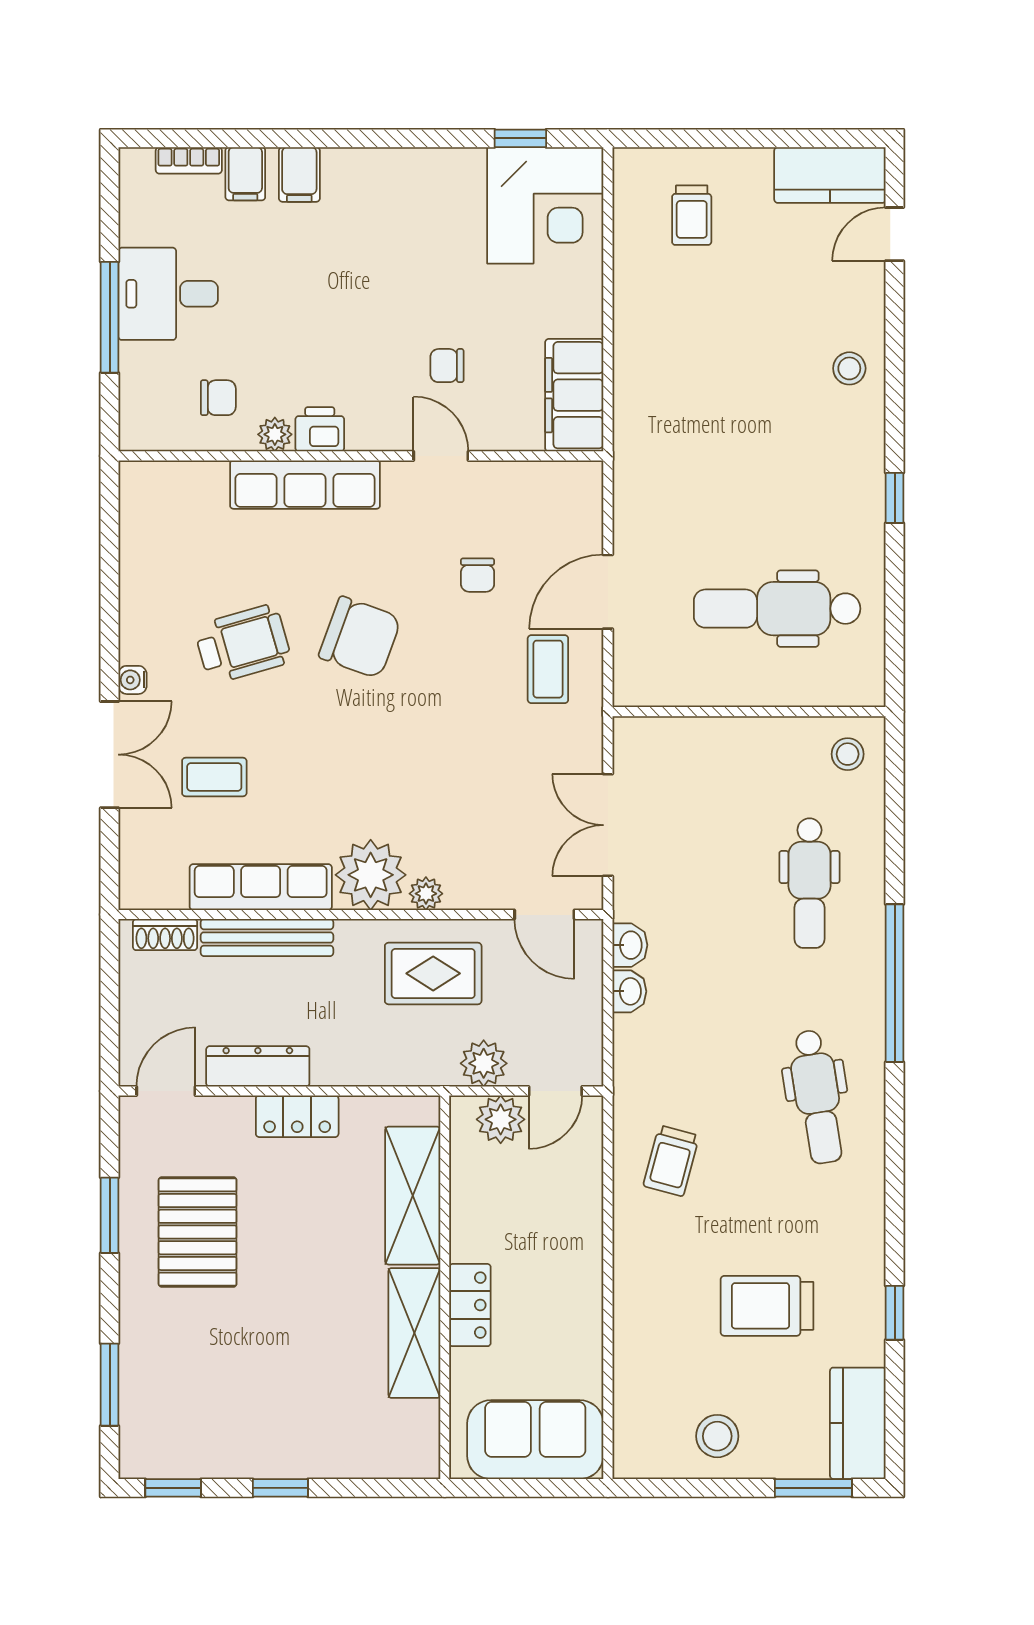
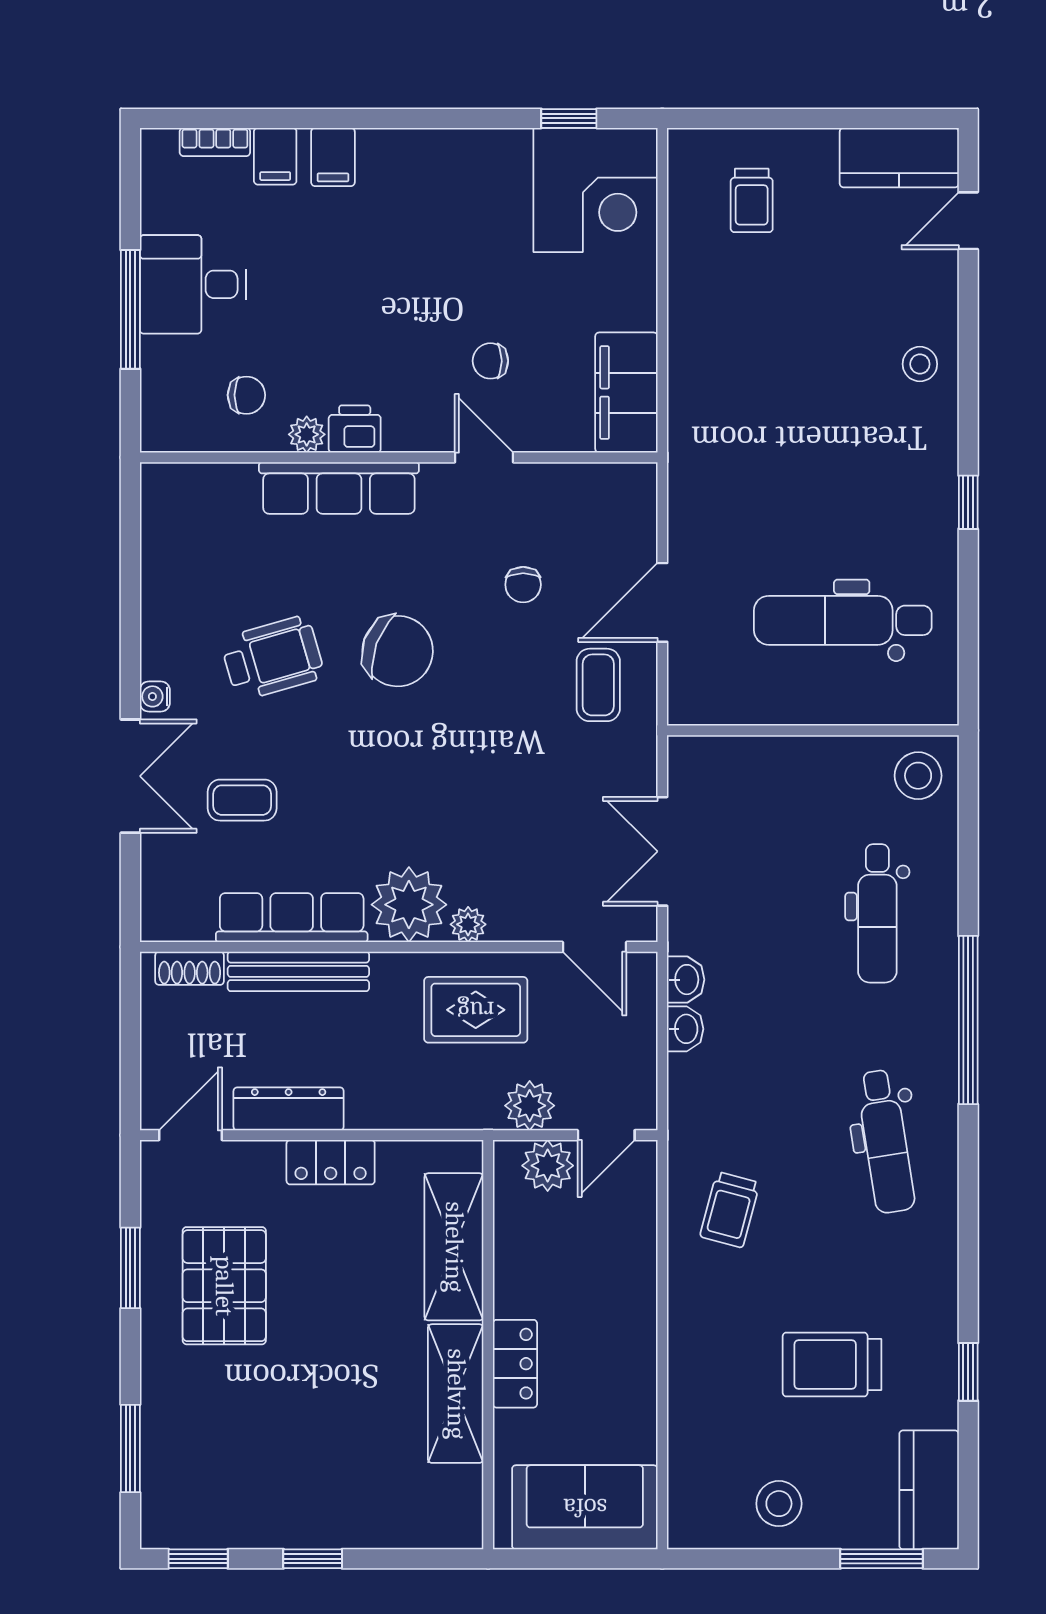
stool: (848, 754) -> (918, 776), width x1.37, depth x1.37

